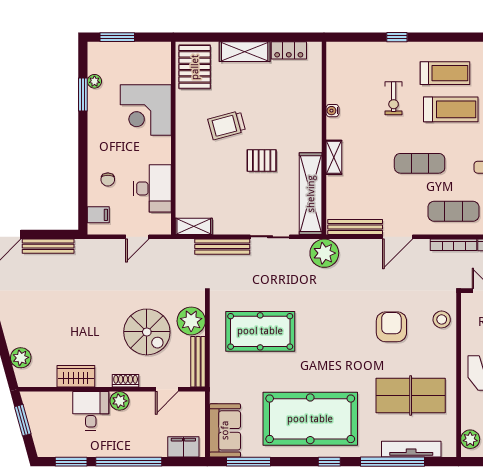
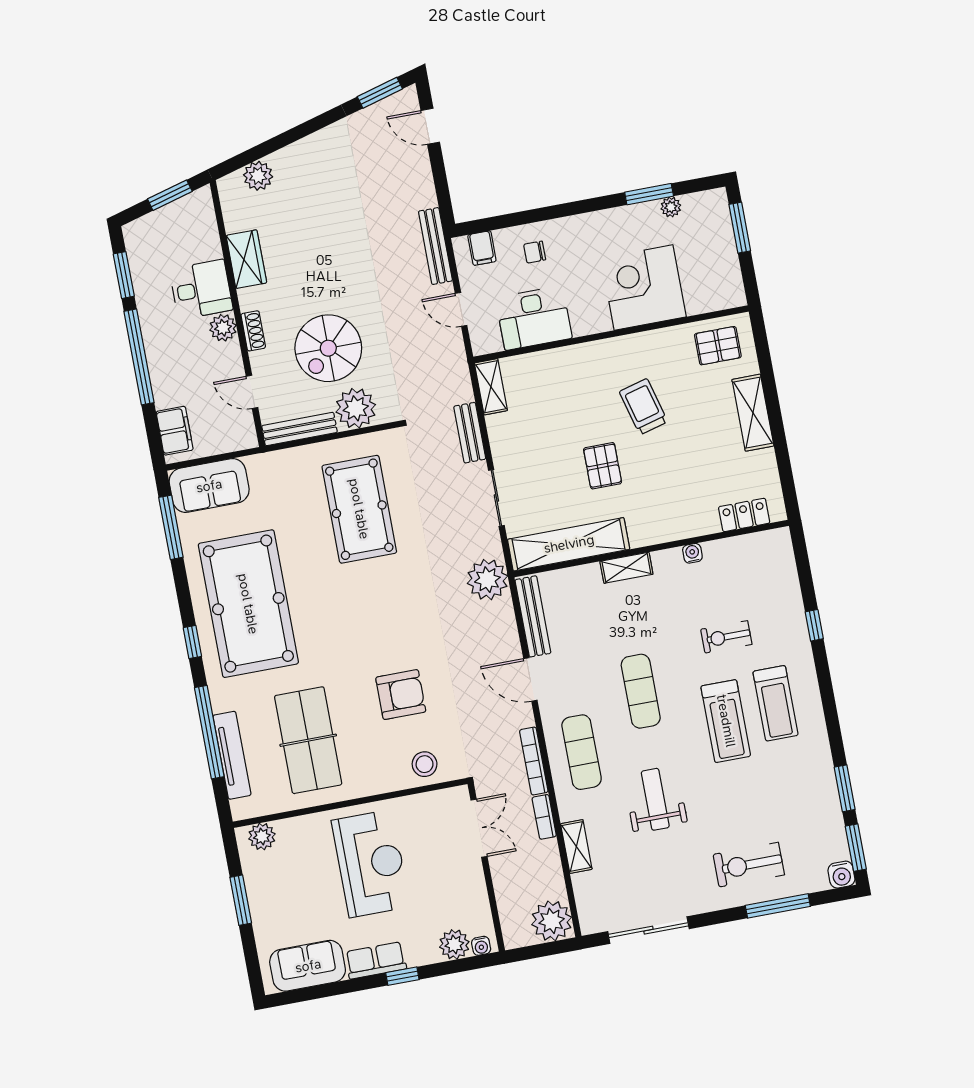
locker: (289, 50) -> (744, 515), moved, turned 90
pallet: (195, 67) -> (718, 346), width x0.67, depth x0.71
bench: (48, 246) -> (435, 246), moved
bench: (222, 247) -> (470, 433), width x0.73

